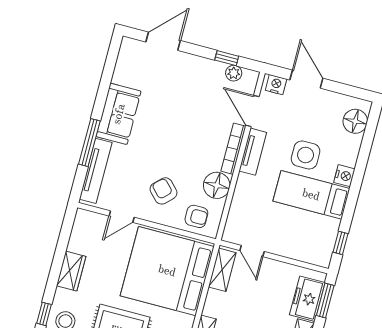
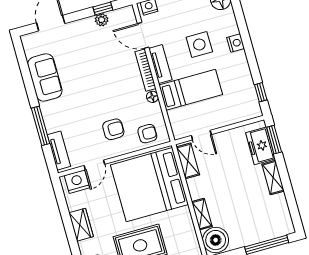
plant: (234, 73) -> (102, 20), moved
sofa: (119, 114) -> (45, 77), moved
tv unit: (96, 171) -> (59, 151), width x0.71
floor lamp: (217, 185) -> (152, 97), width x0.53, depth x0.53
armchair: (163, 191) -> (113, 129), turned 134
bed: (311, 195) -> (191, 90), moved, turned 180
nightstand: (93, 223) -> (77, 182), added

